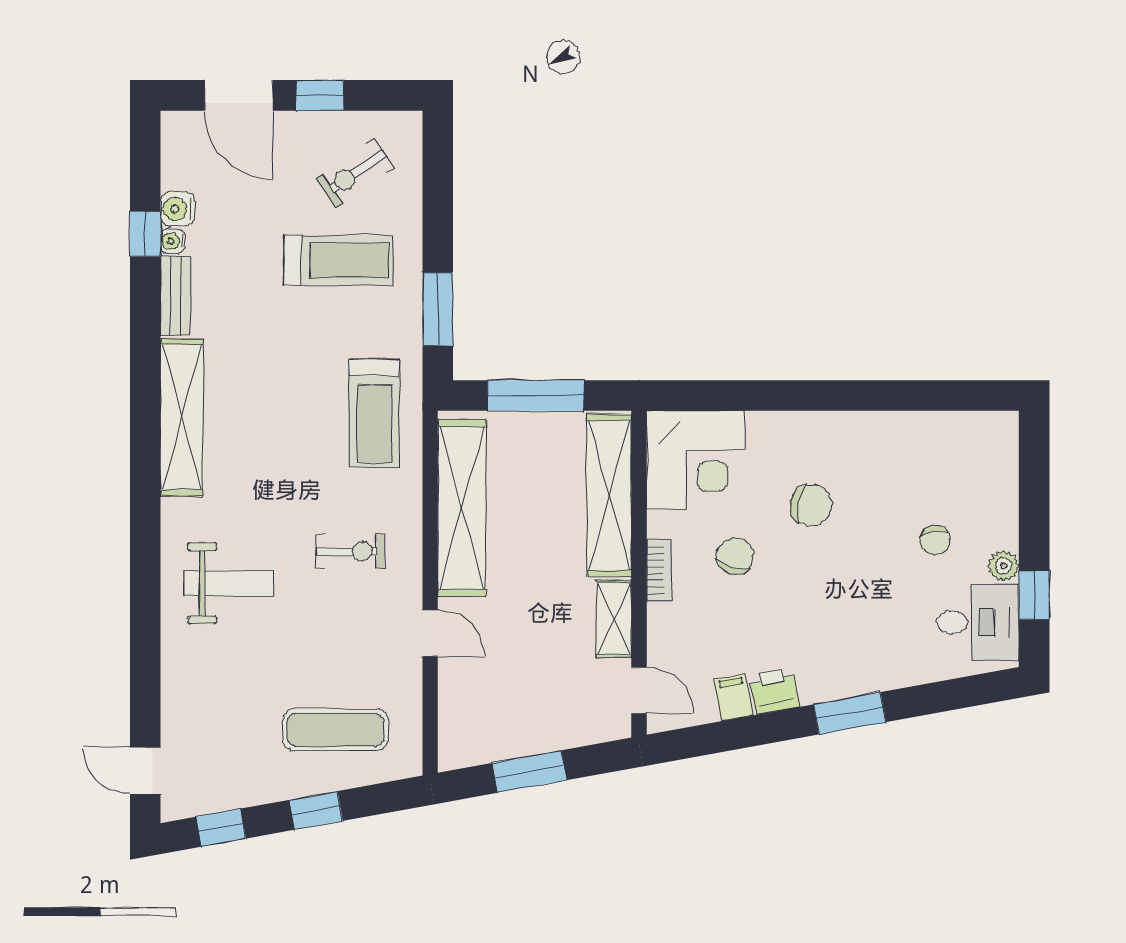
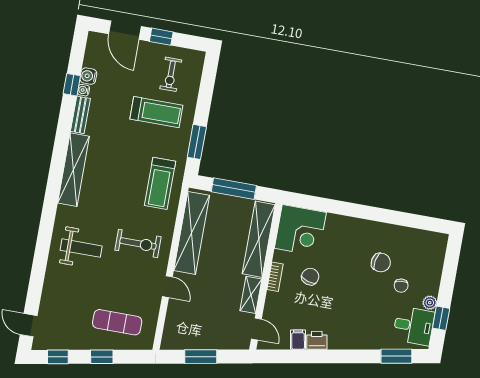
exercise bike: (355, 173) -> (171, 74), turned -56
chair: (811, 505) -> (381, 263), moved
exercise bike: (350, 552) -> (138, 244), width x1.38, depth x1.39
window: (850, 713) -> (396, 356), moved

